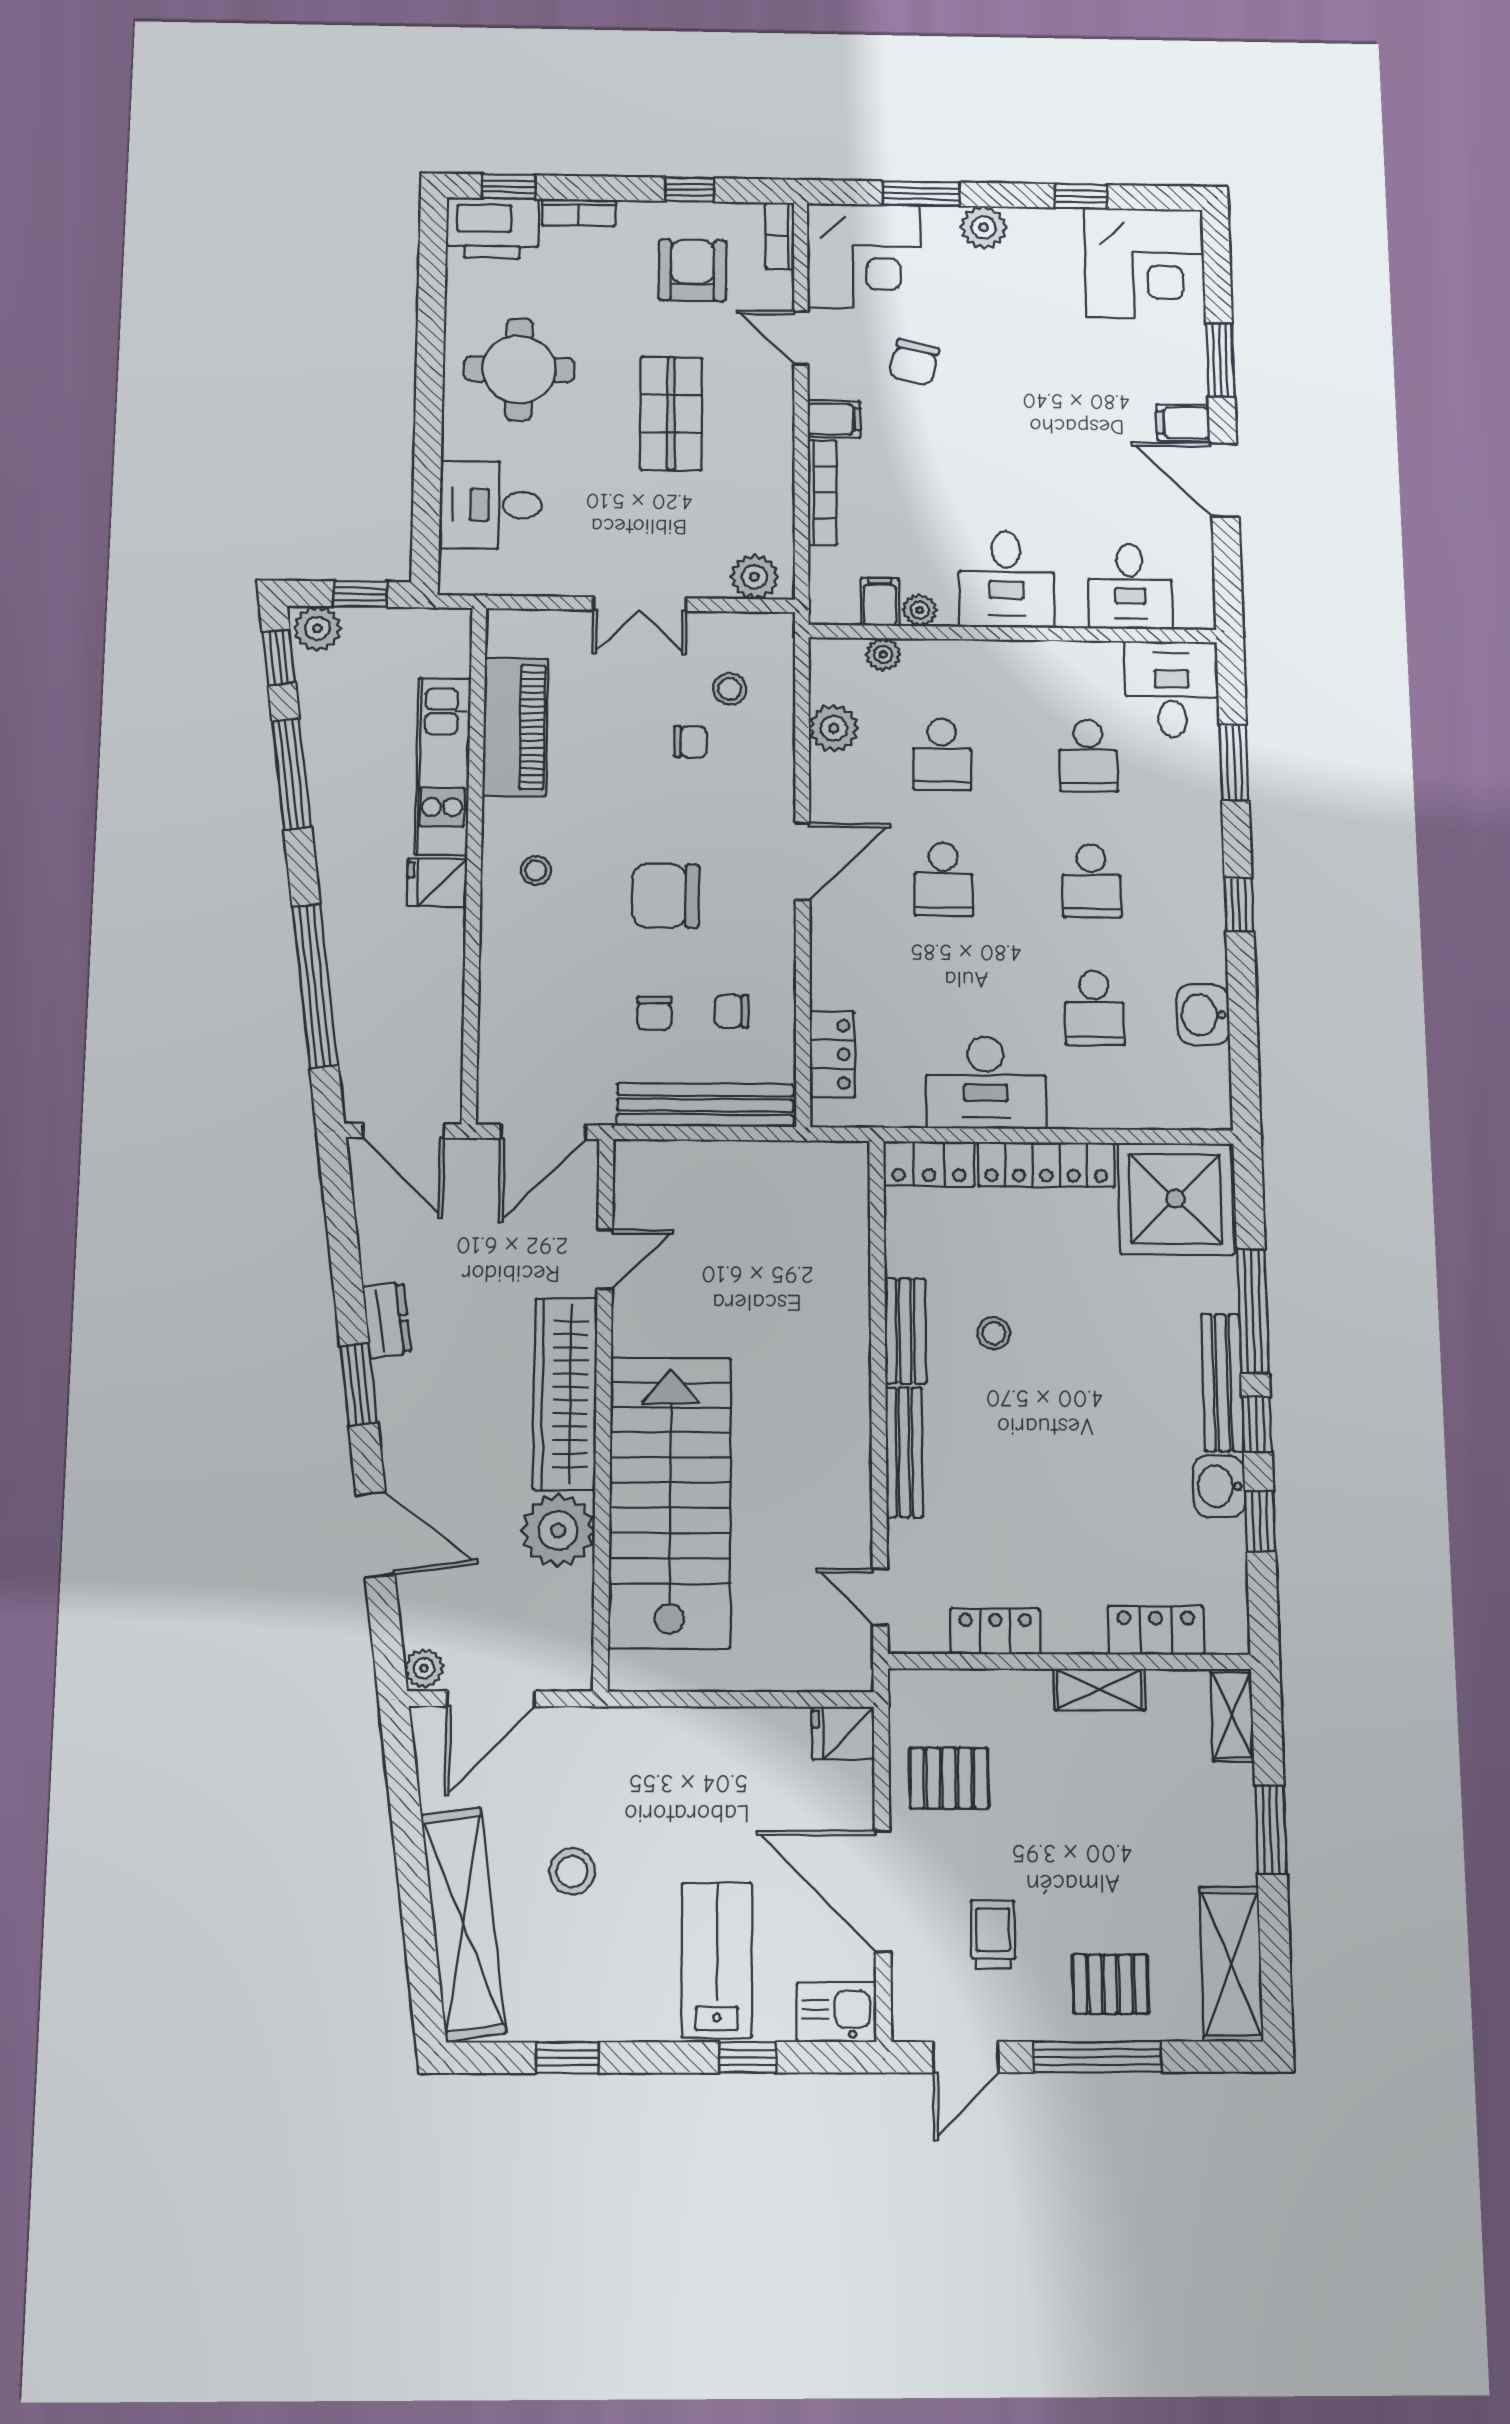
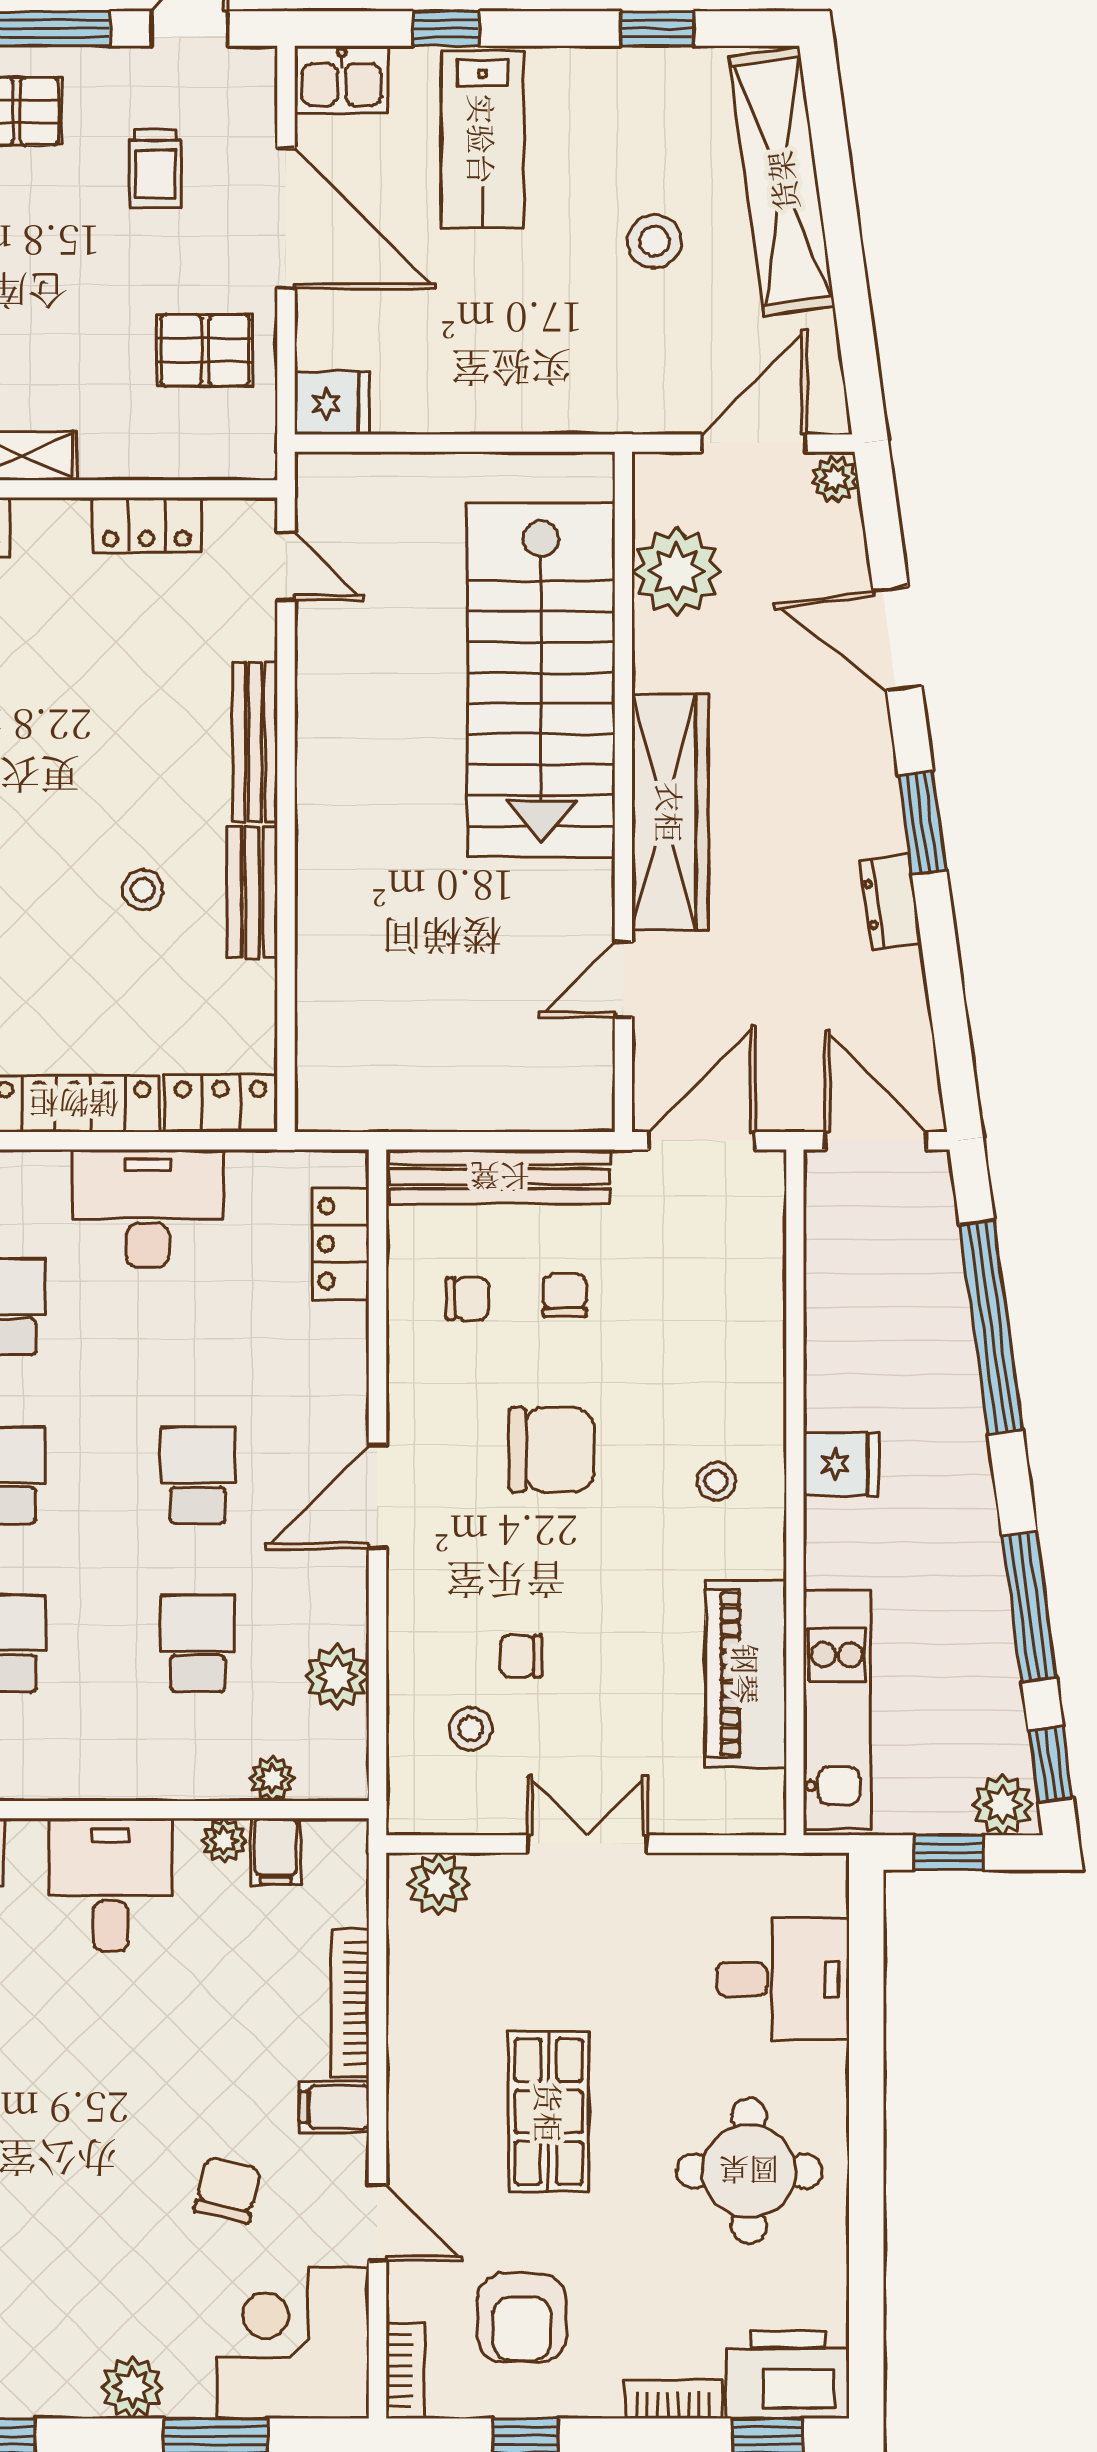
kitchen unit: (443, 766) -> (837, 1710), moved
plant: (558, 1530) -> (677, 571), moved

